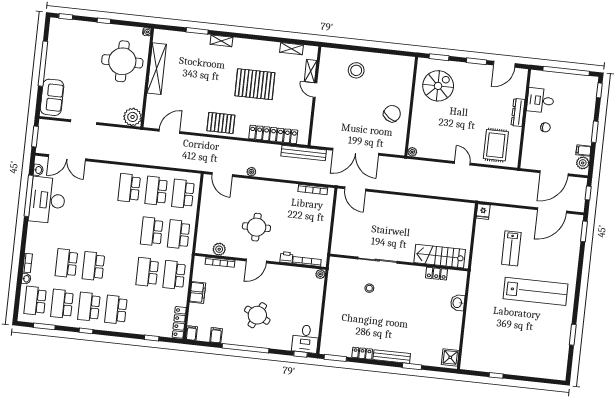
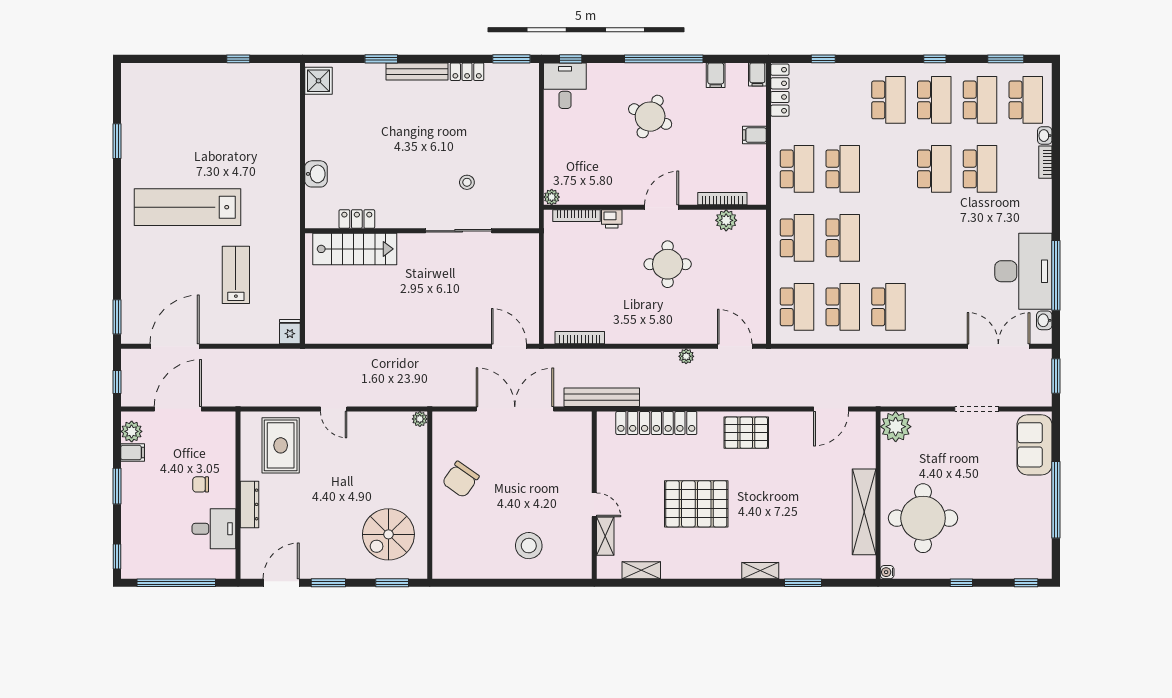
filing cabinet: (198, 292) -> (754, 135), width x0.50

